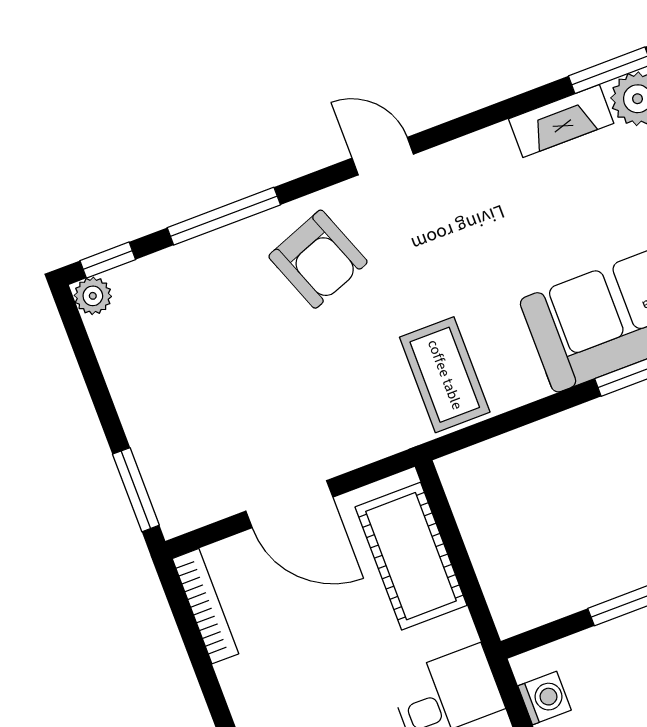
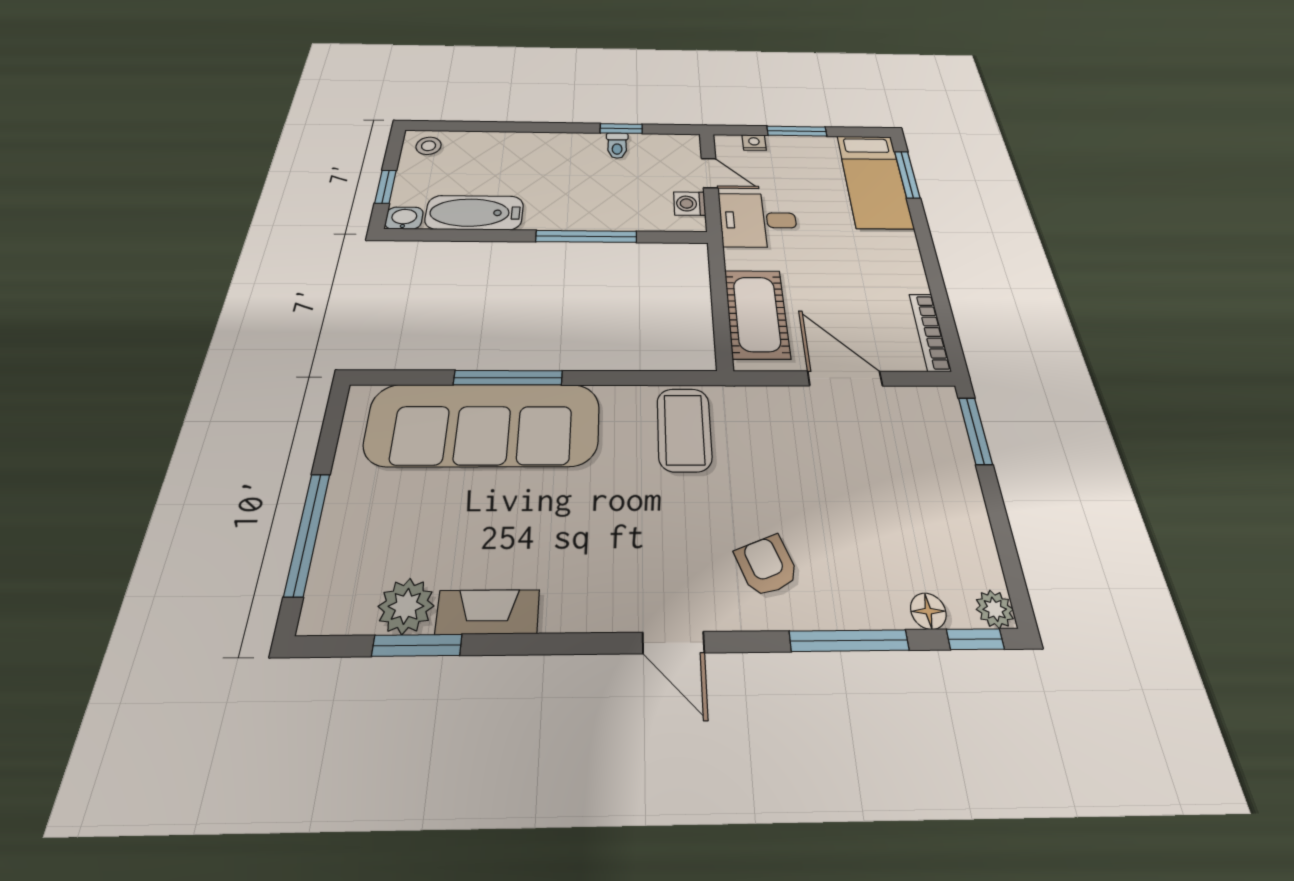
armchair: (318, 259) -> (767, 566), width x0.72, depth x0.72
floor lamp: (155, 271) -> (928, 611), added

